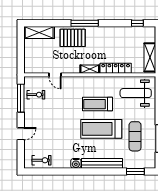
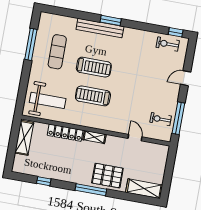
window: (137, 23) -> (44, 181), moved
treadmill: (97, 104) -> (93, 96), turned 180
treadmill: (101, 129) -> (94, 67), width x0.73, depth x0.73
water cooler: (76, 163) -> (130, 33), removed
window: (37, 172) -> (176, 32), added
window: (135, 172) -> (111, 20), moved

